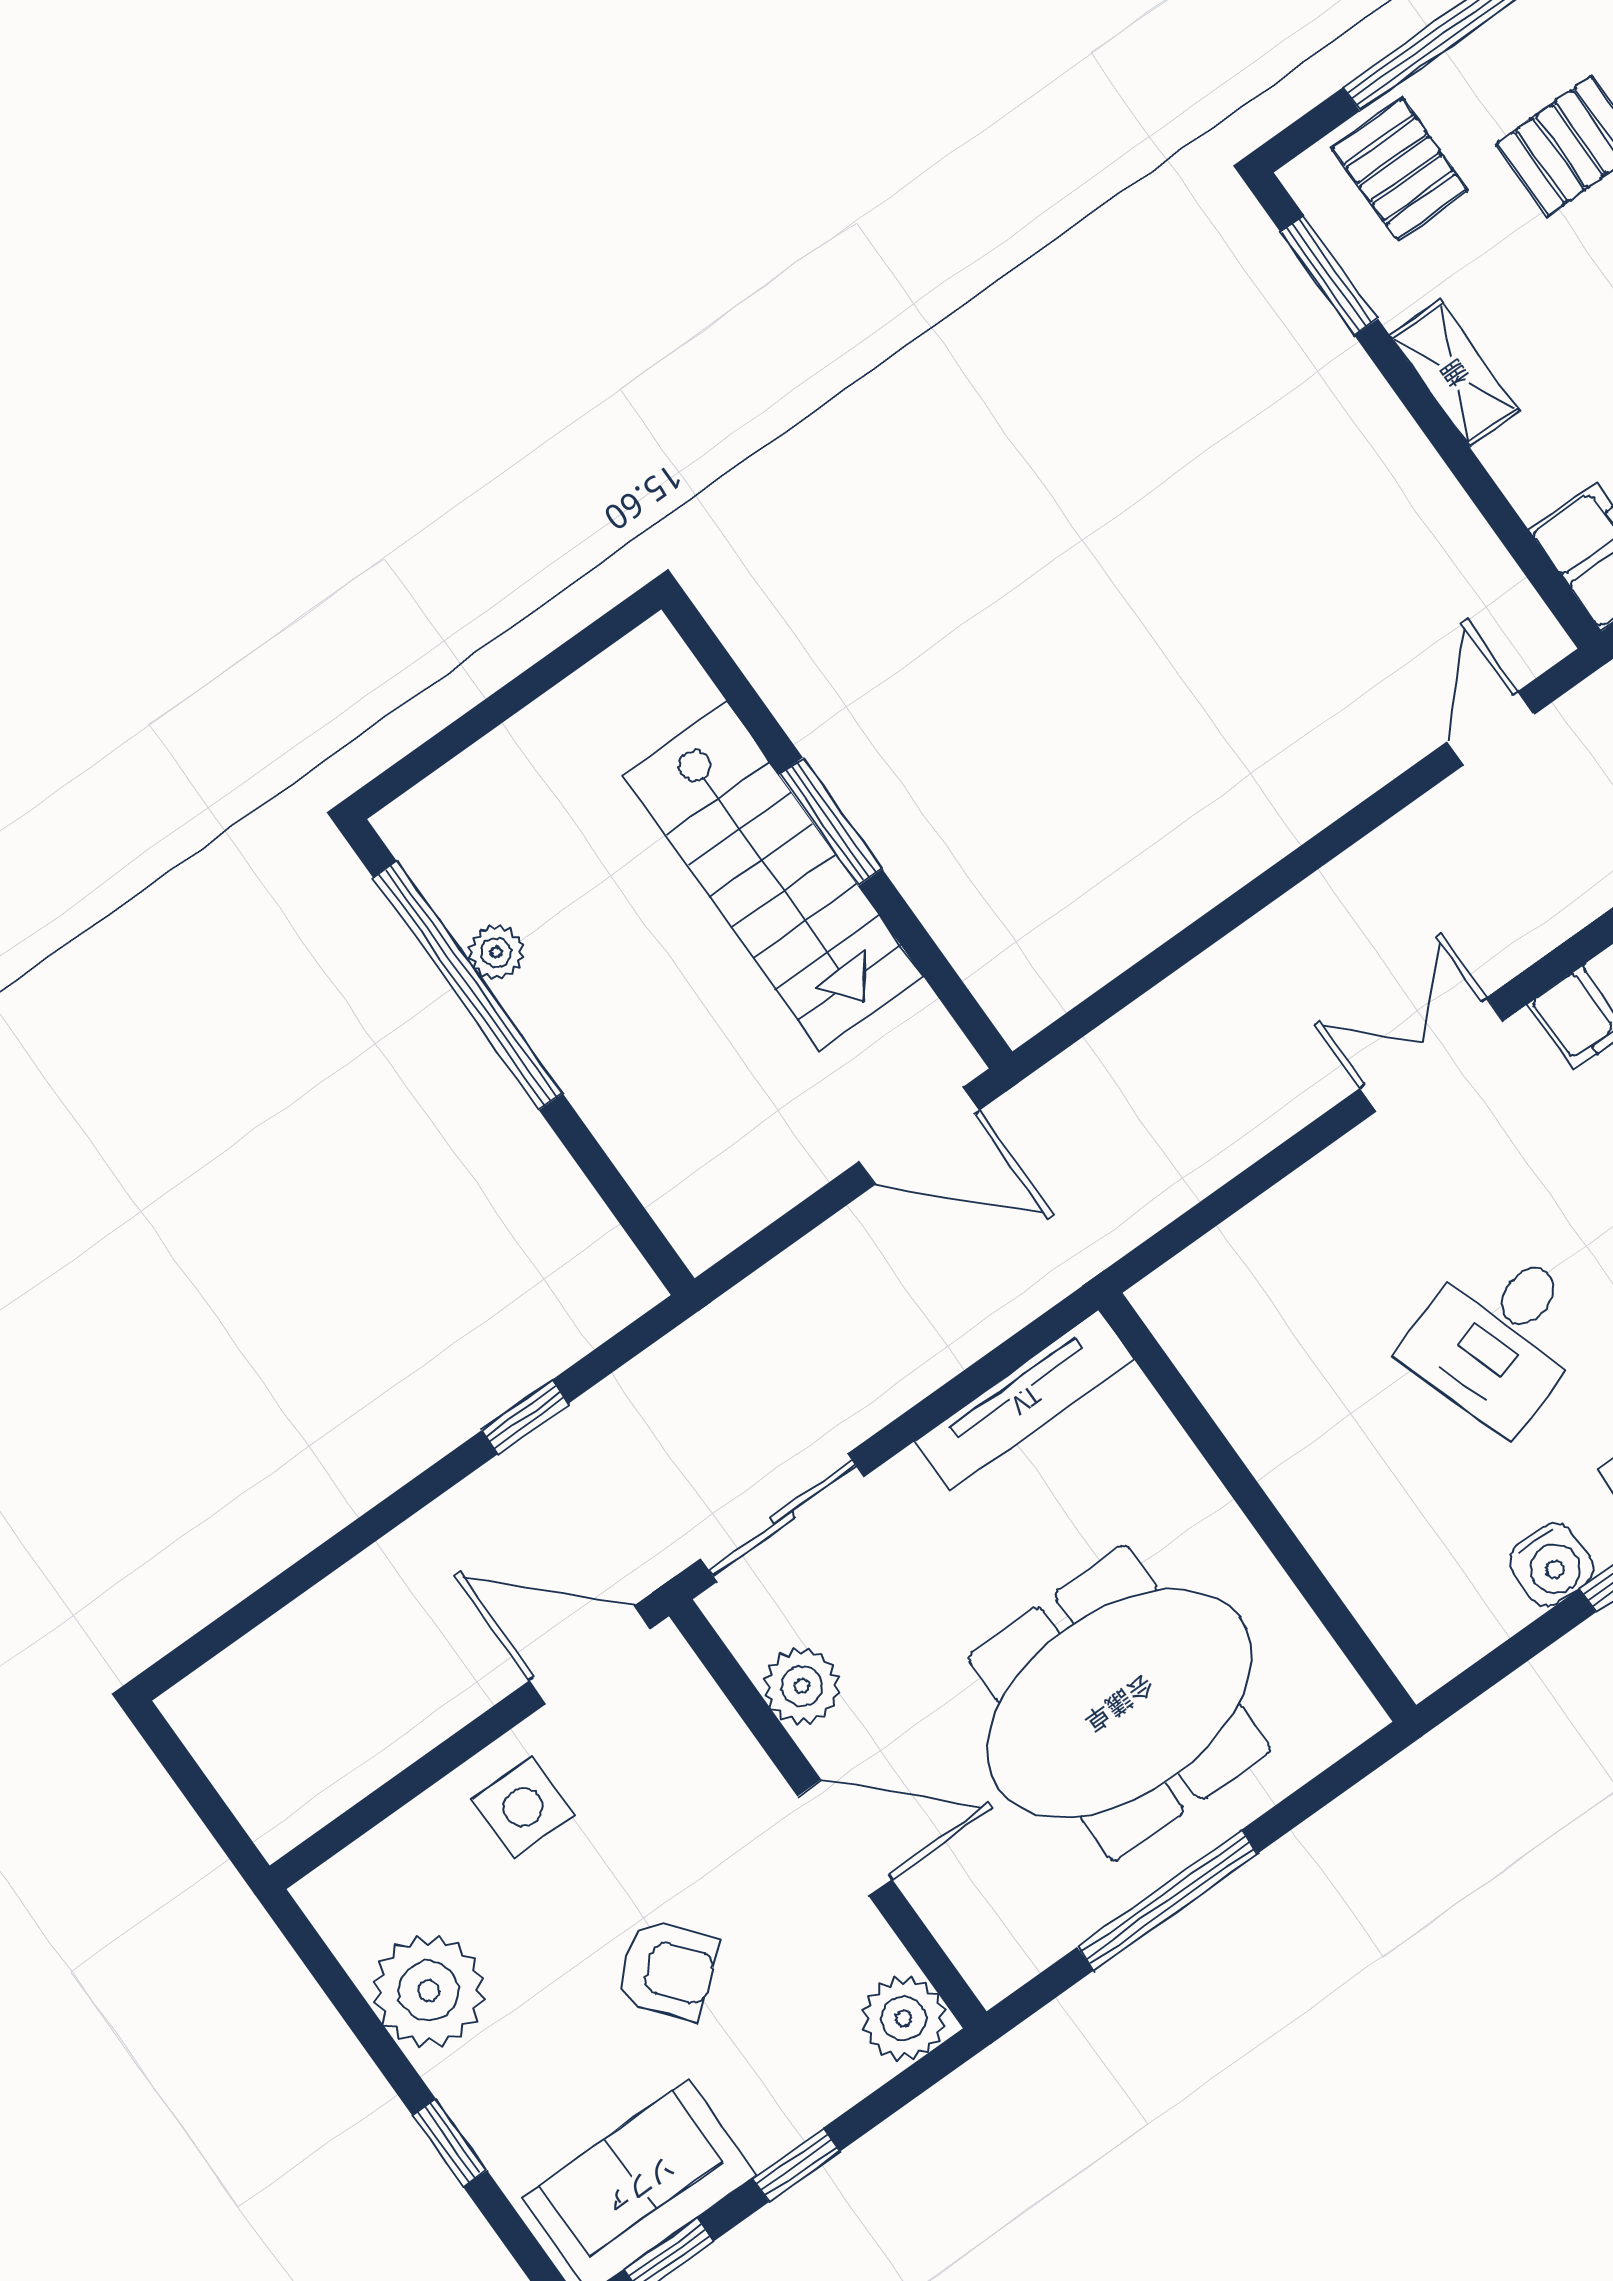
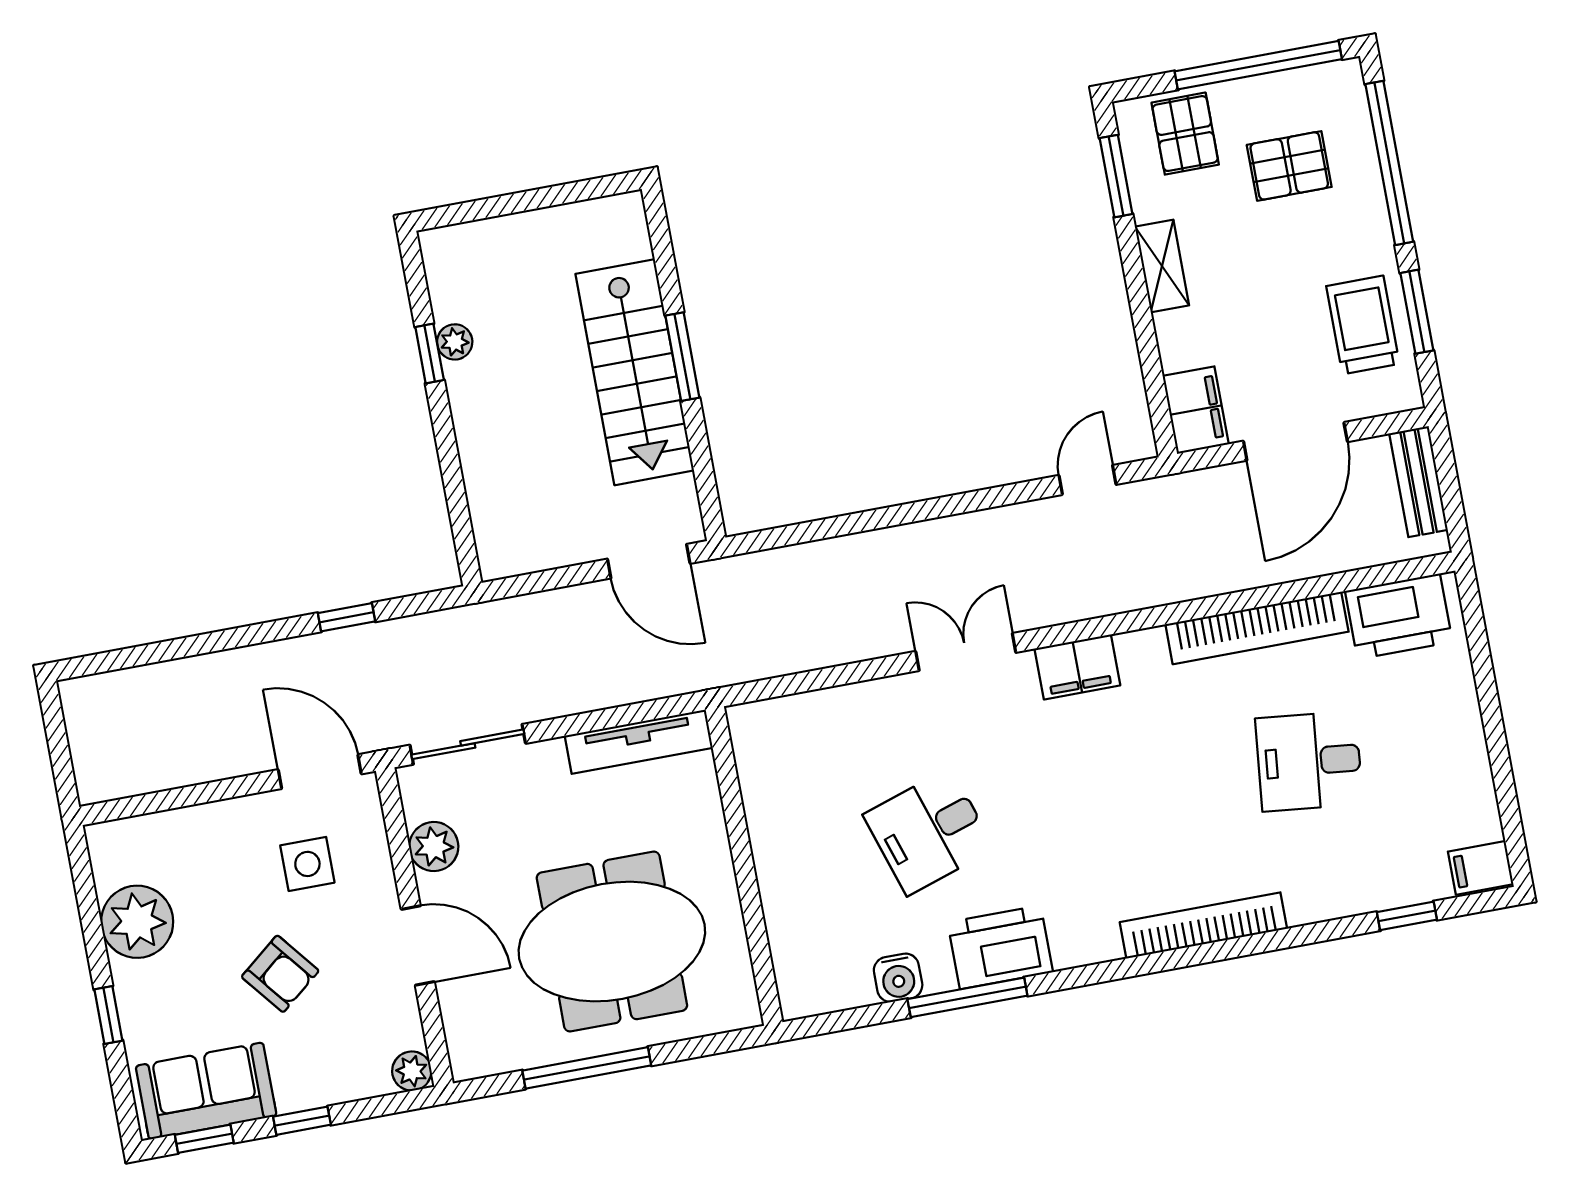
window: (468, 985) -> (430, 353), width x0.32
side table: (523, 1807) -> (307, 864), moved
plant: (904, 2018) -> (412, 1071), width x0.73, depth x0.73

